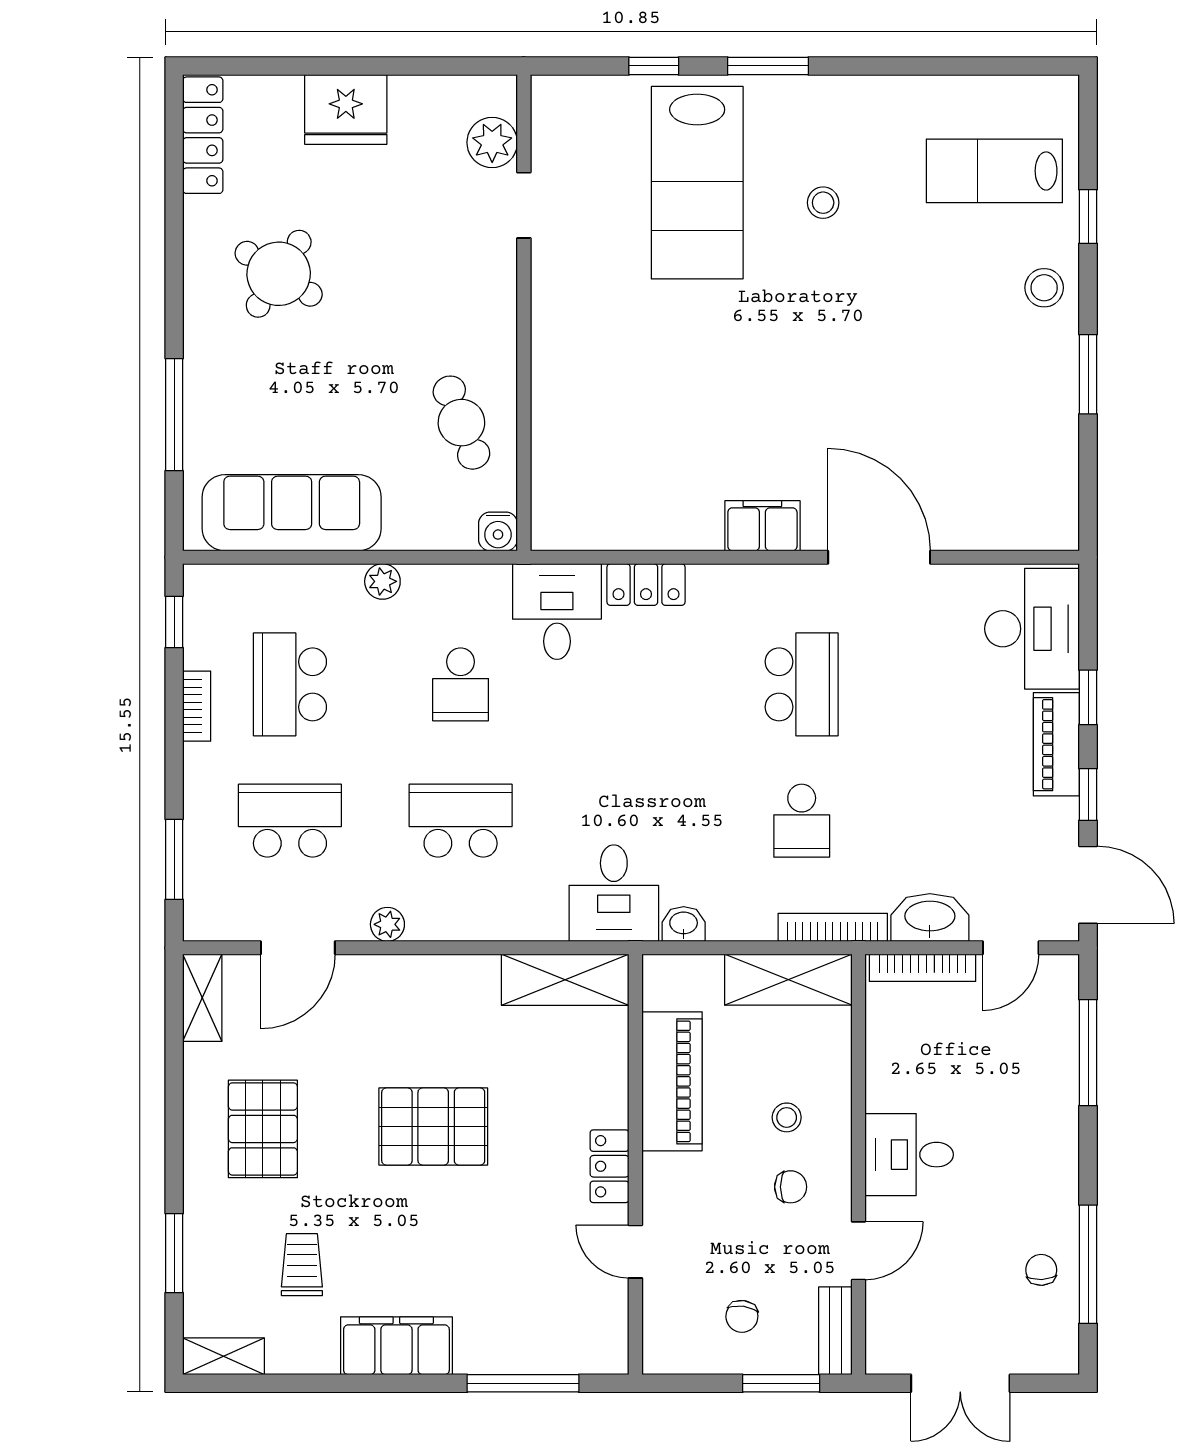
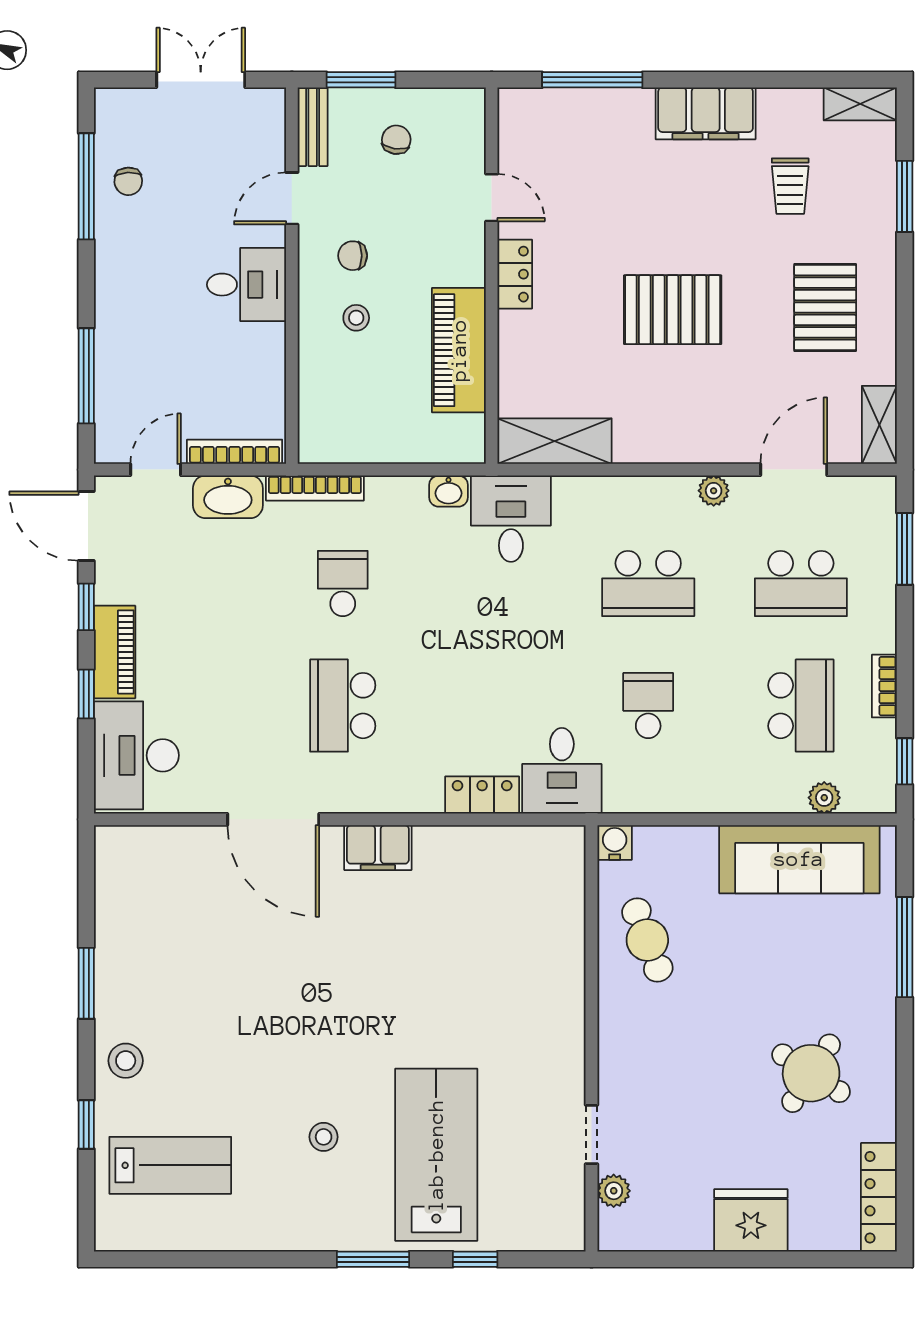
plant: (492, 142) -> (614, 1191), width x0.73, depth x0.73
plant: (382, 581) -> (824, 798), moved
shelving: (788, 980) -> (355, 441), removed

